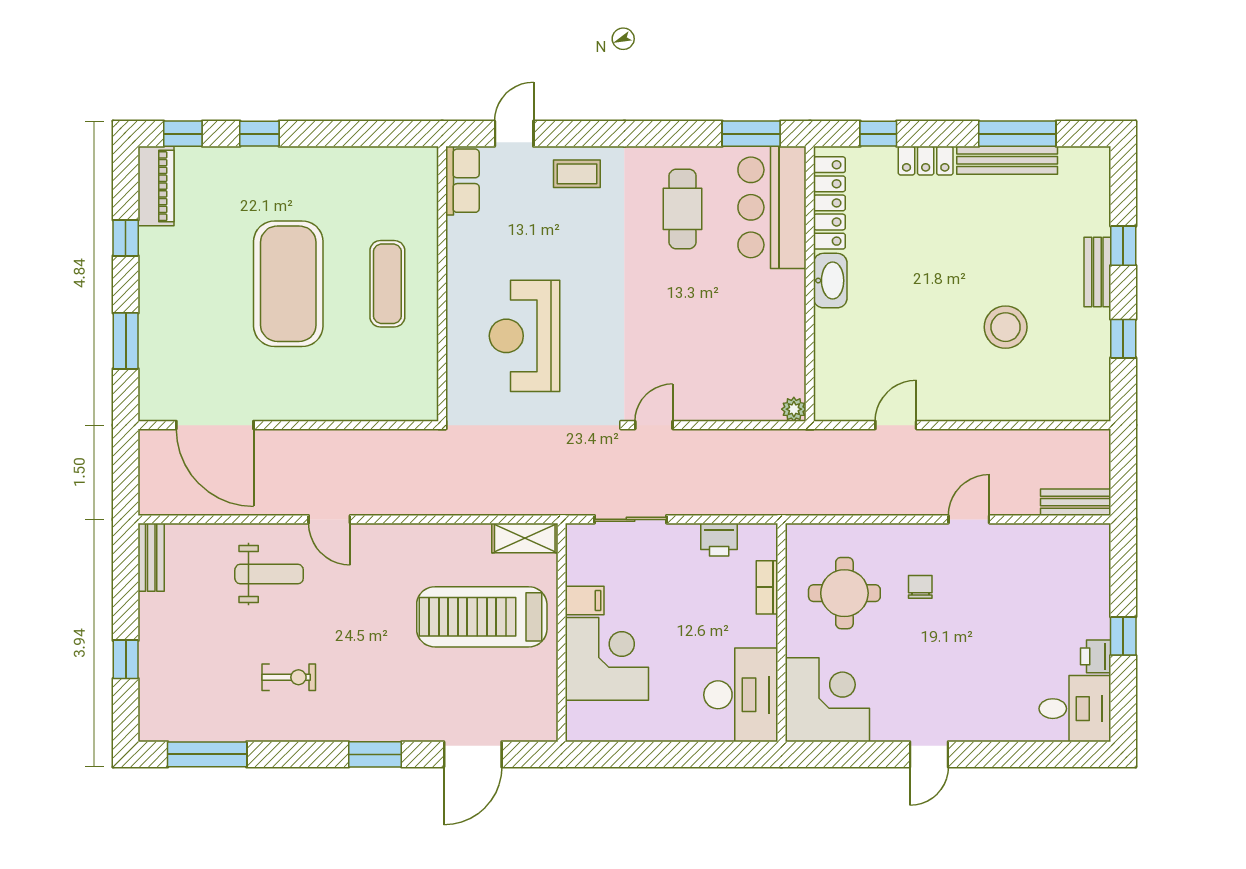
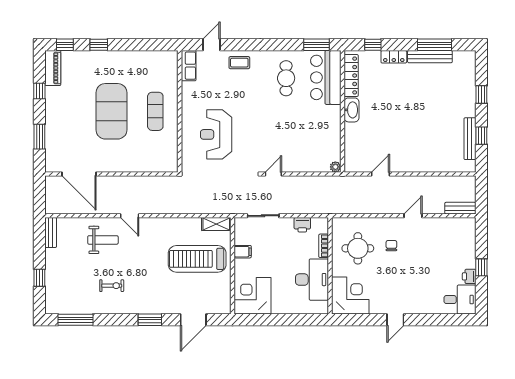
bench: (1097, 272) -> (470, 139), moved, width x1.36
stool: (1006, 327) -> (429, 131), removed
corner desk: (607, 659) -> (253, 296), moved, turned -90
desk: (741, 695) -> (312, 280), moved

